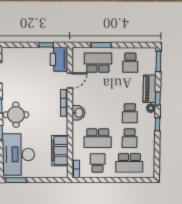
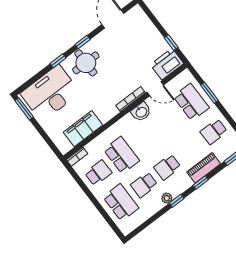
plant: (151, 108) -> (167, 198), moved
washbasin: (78, 113) -> (141, 112), moved
school desk: (98, 138) -> (121, 155), turned 180
school desk: (129, 163) -> (121, 202), turned 180

